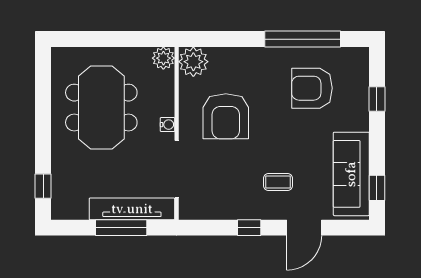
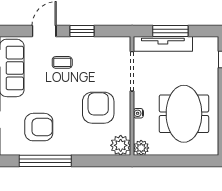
water cooler: (168, 125) -> (138, 113), moved
window: (249, 228) -> (82, 31), width x1.50

